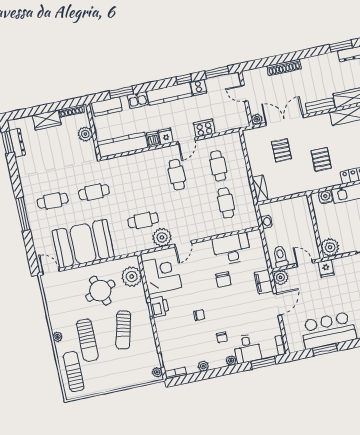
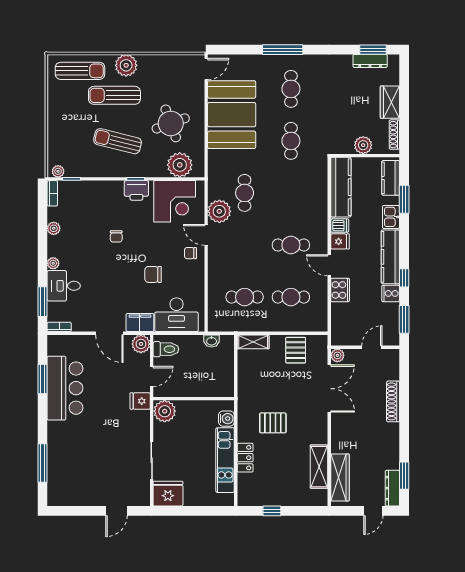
bench: (320, 106) -> (337, 435), removed
pallet: (281, 150) -> (296, 350), moved, turned 90
desk: (232, 249) -> (177, 315), moved, turned 90
plant: (57, 337) -> (126, 65), width x1.87, depth x1.87
chair: (222, 337) -> (190, 253), moved

